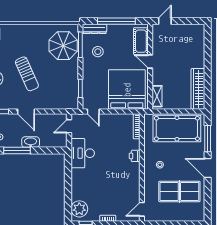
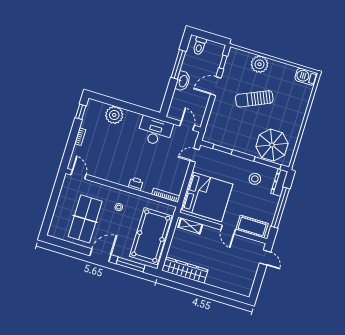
door: (150, 62) -> (228, 230), swing flipped
plant: (79, 209) -> (114, 115), moved

